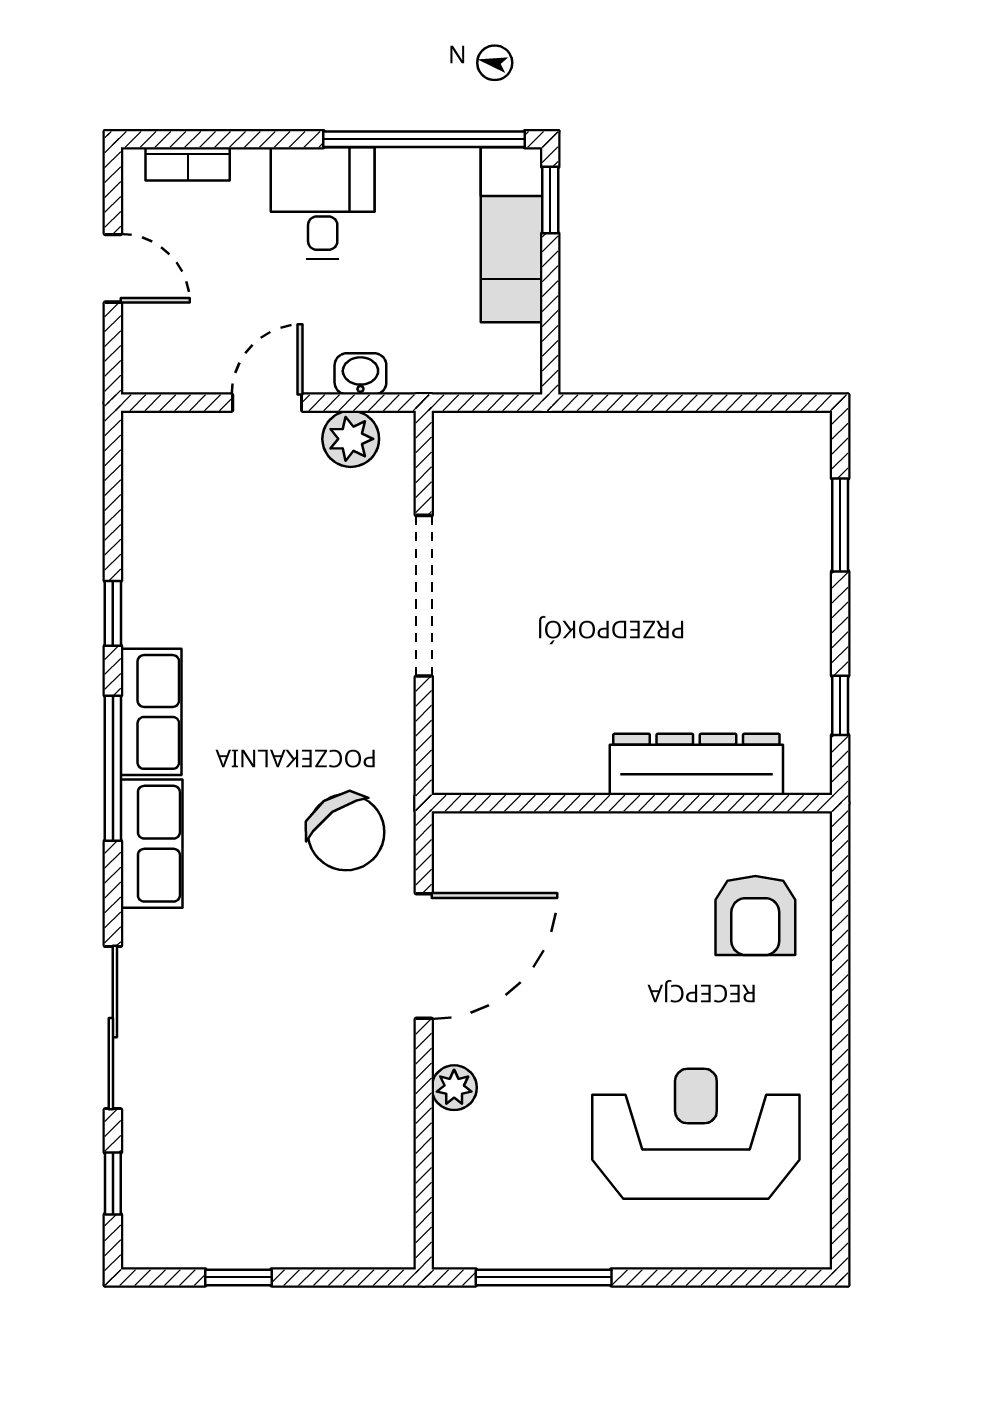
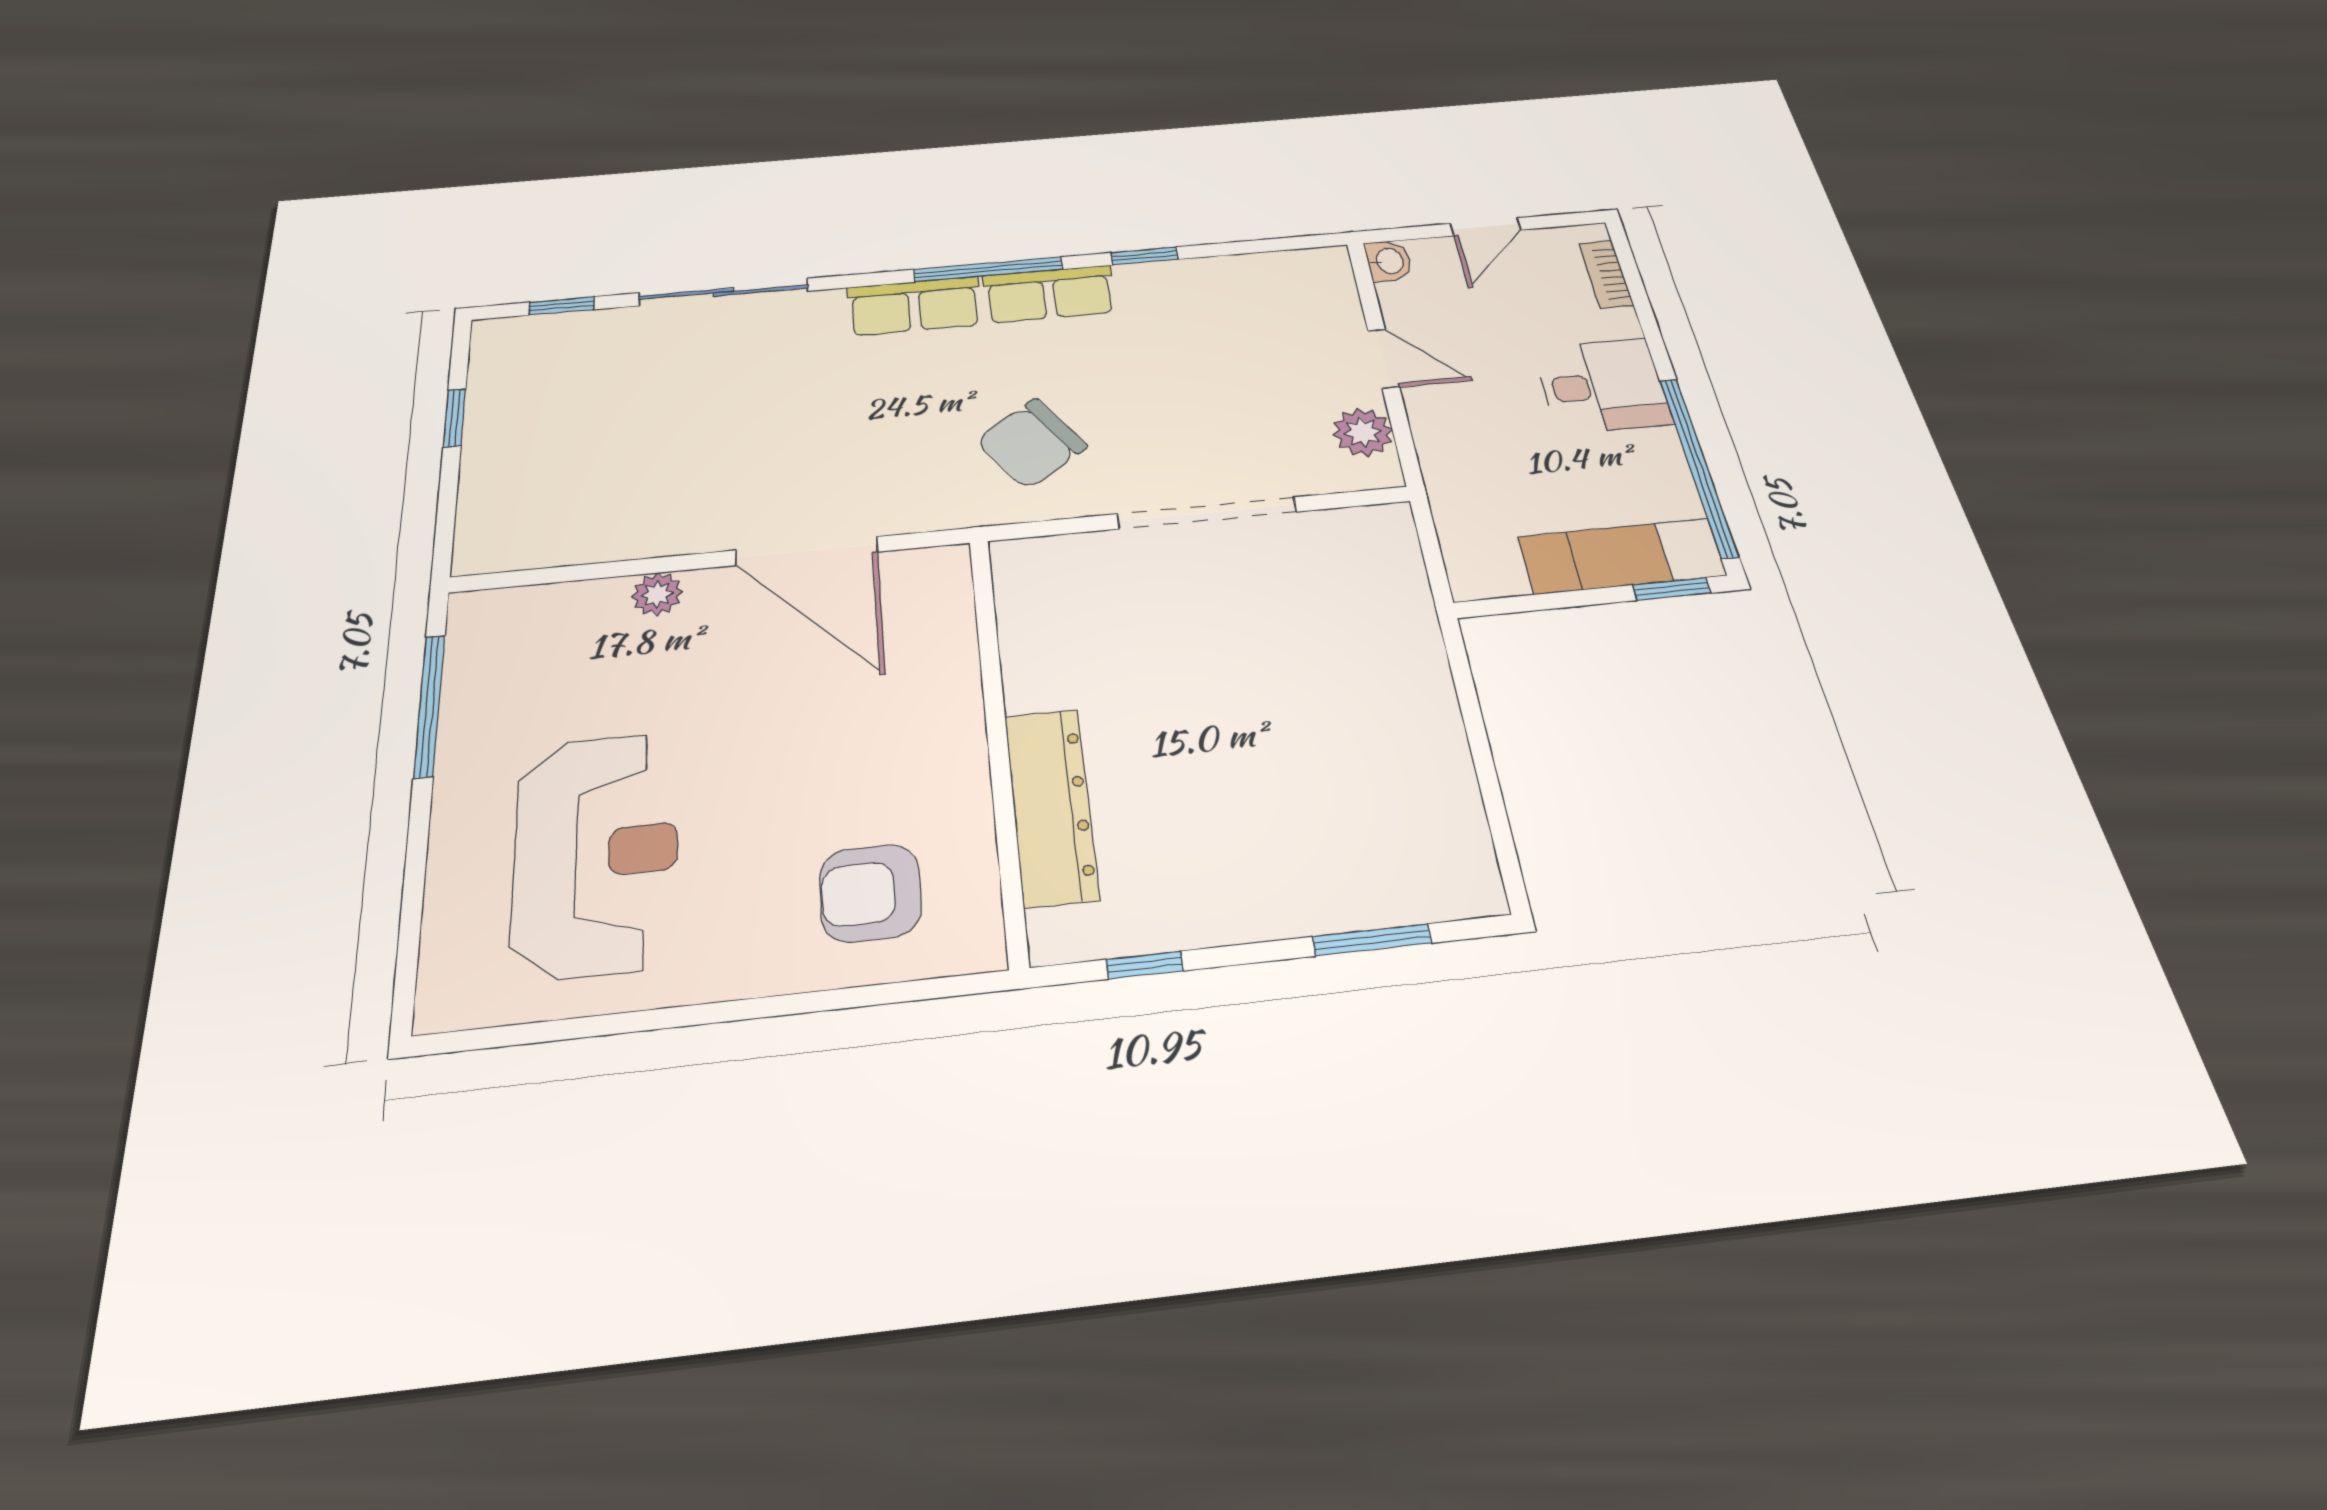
washbasin: (360, 374) -> (1389, 261), moved
chair: (346, 832) -> (1031, 443), moved

